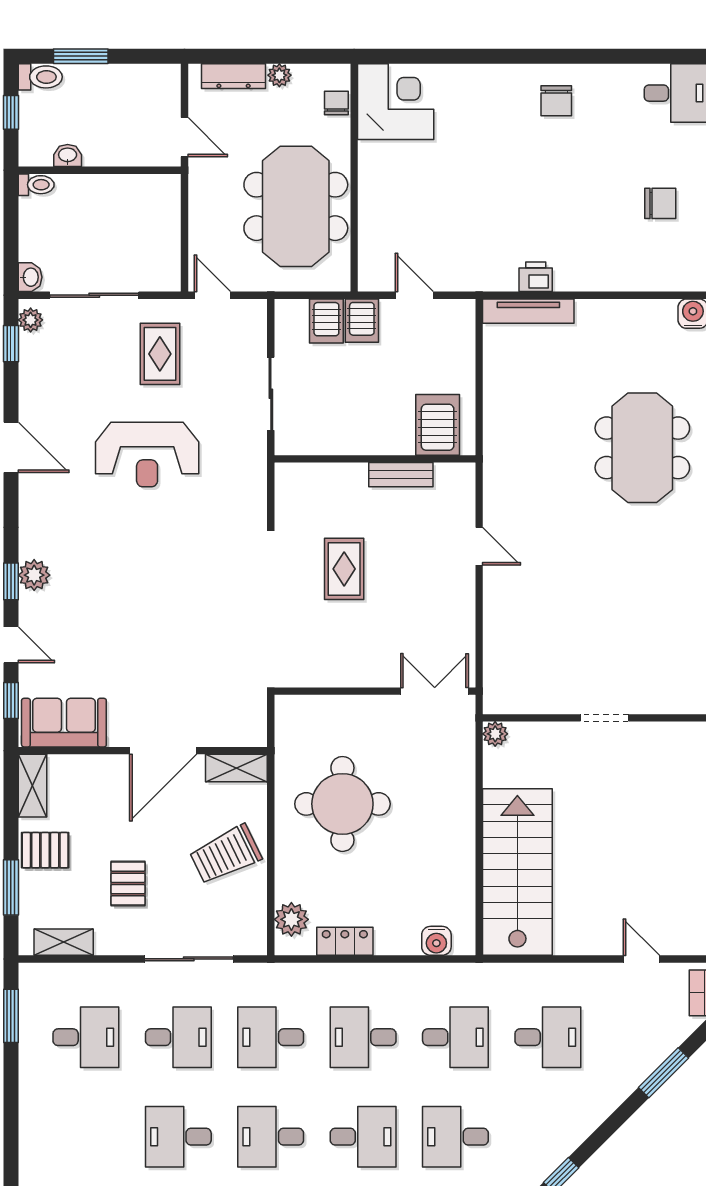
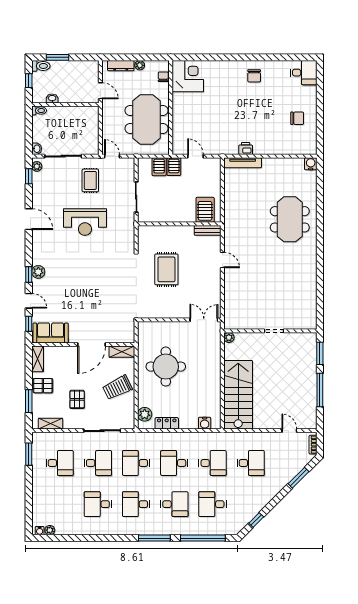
bench: (401, 475) -> (208, 230), moved
rug: (344, 569) -> (166, 269), width x1.36, depth x1.43

